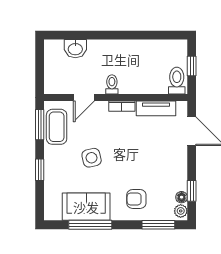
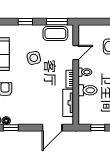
toilet: (177, 81) -> (88, 90), moved
door: (84, 97) -> (76, 53), swing flipped

